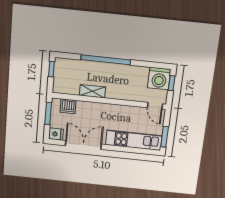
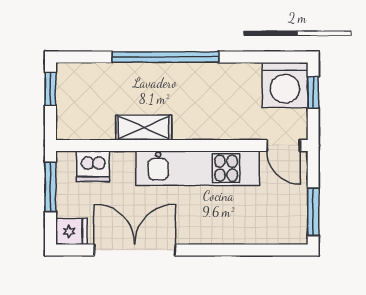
kitchen unit: (134, 140) -> (198, 168), moved, turned 180

